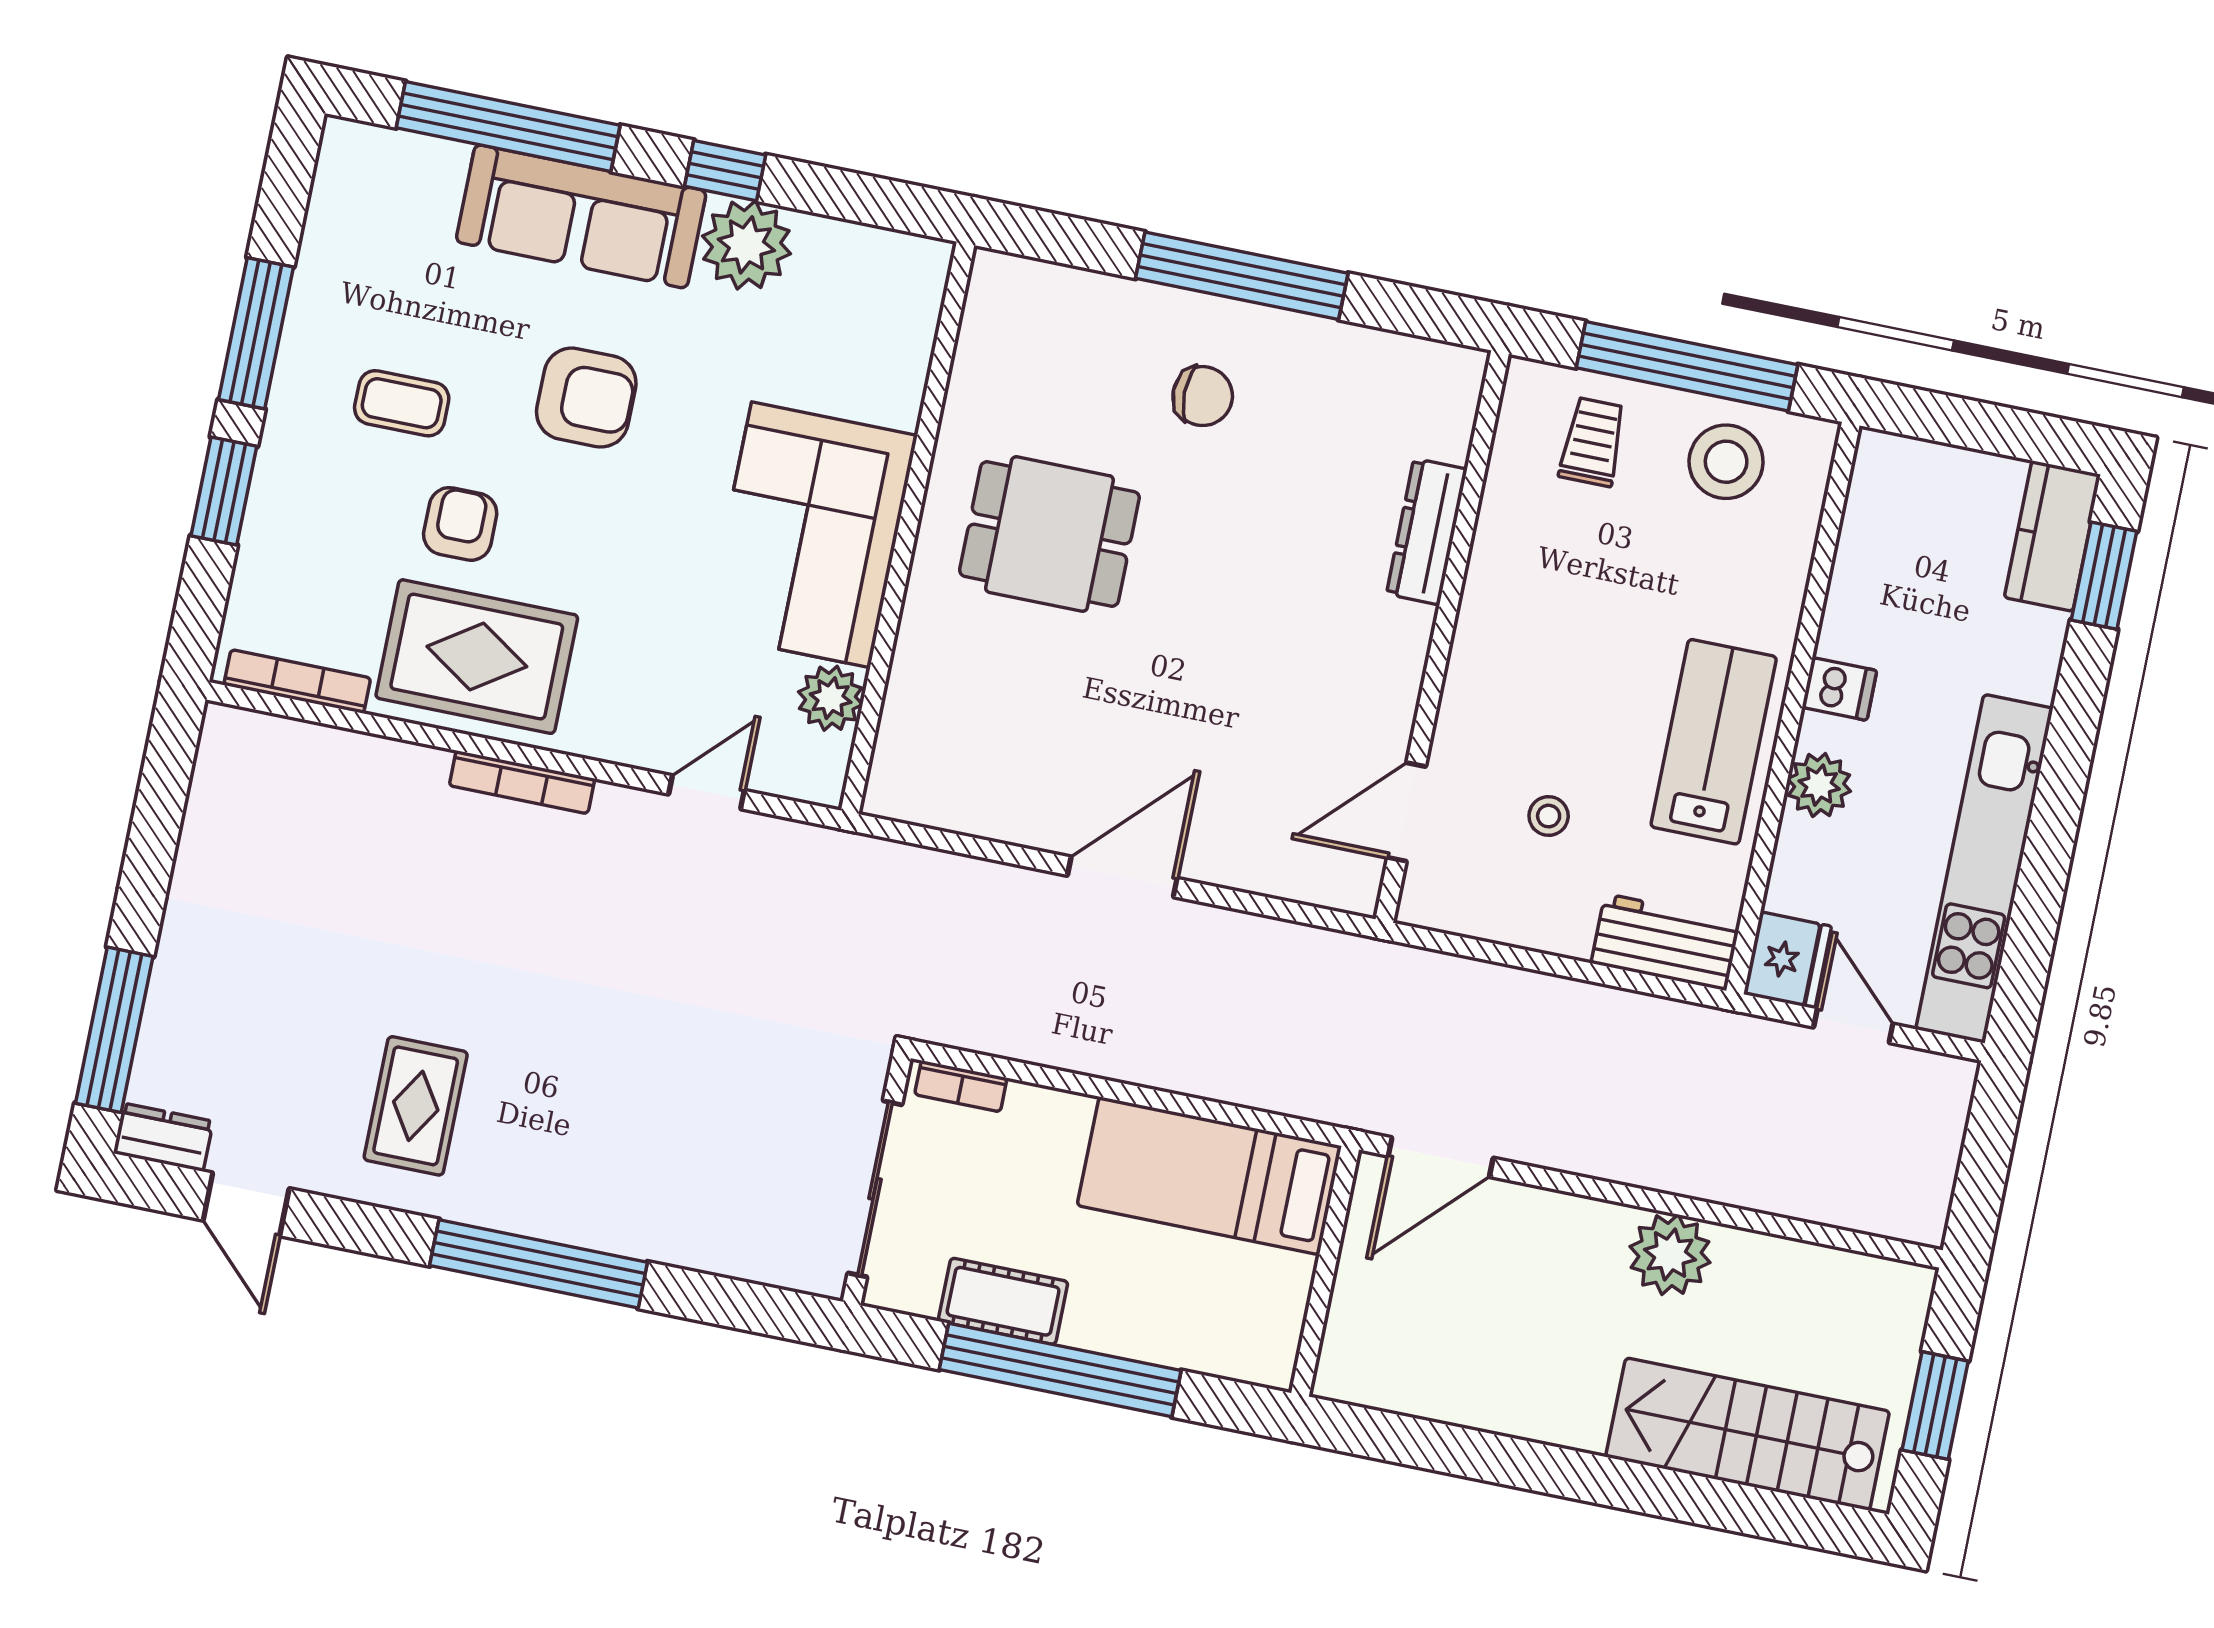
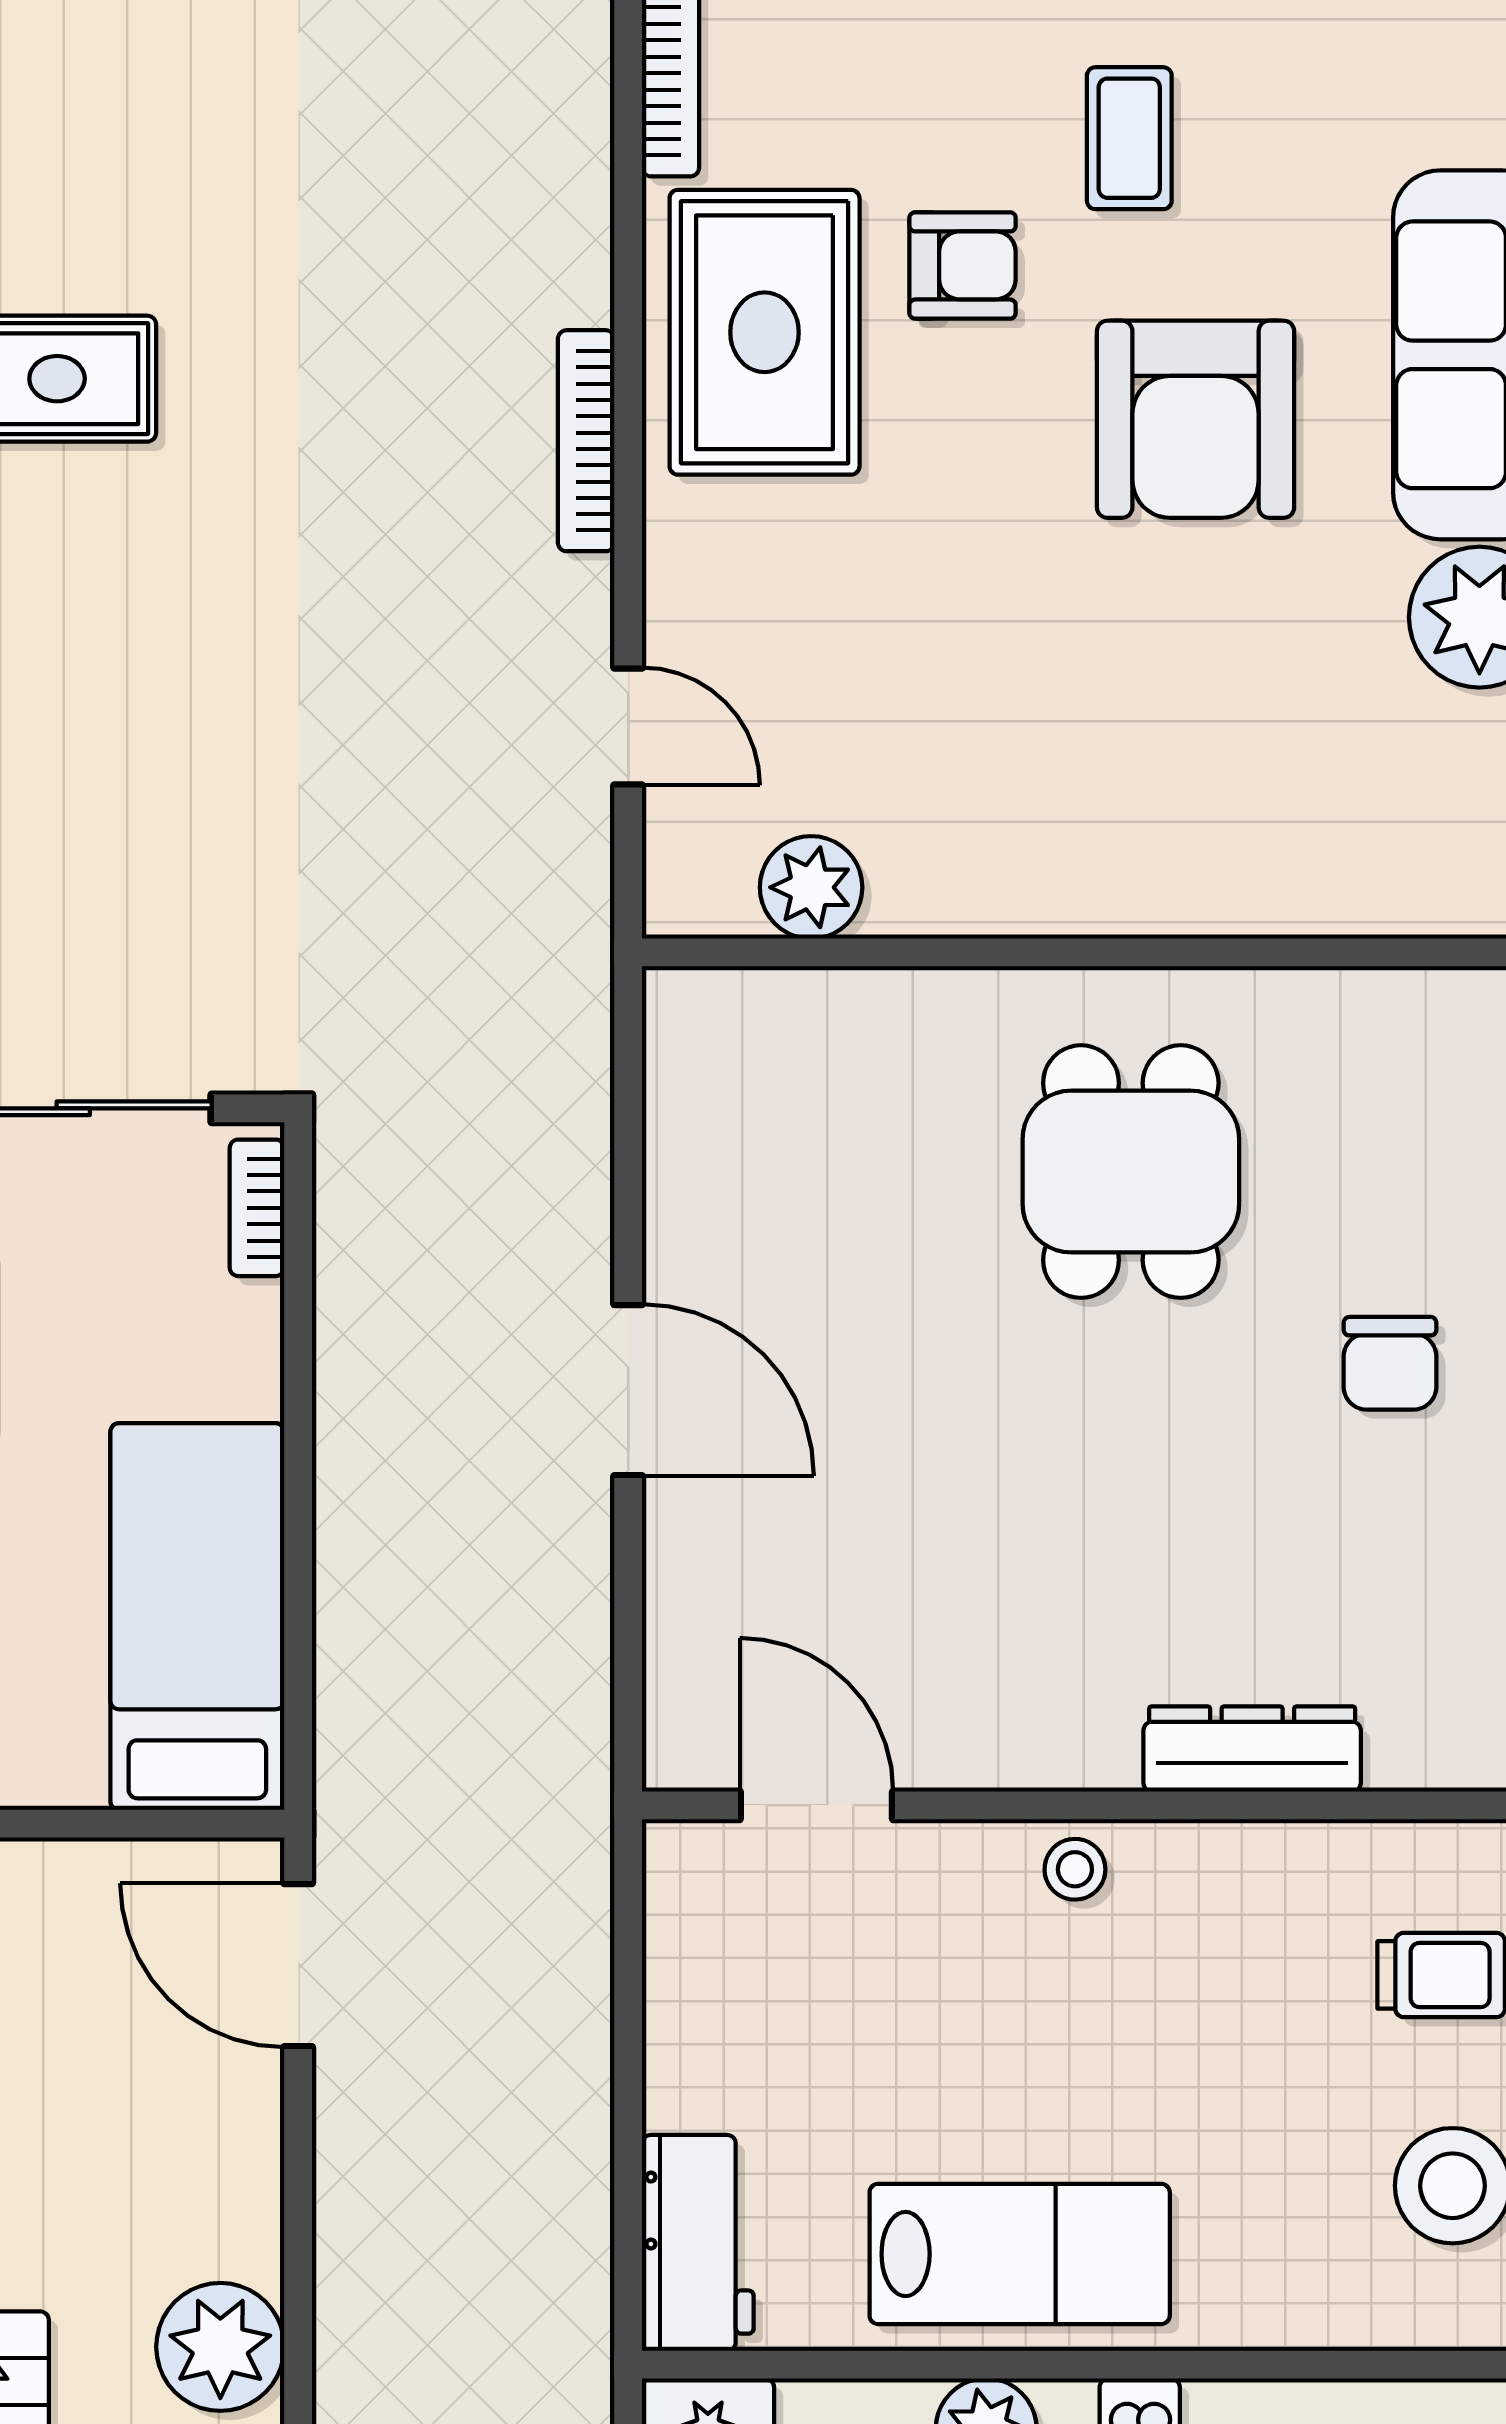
armchair: (586, 398) -> (1196, 419), width x1.36, depth x1.36
corner sofa: (811, 535) -> (1055, 806), removed
stool: (1549, 816) -> (1075, 1869), moved

